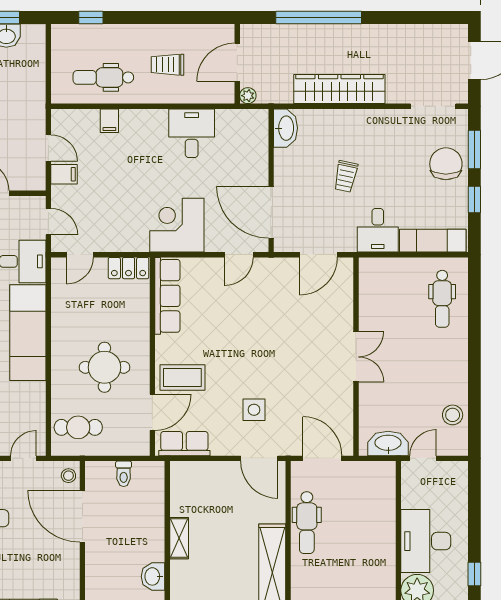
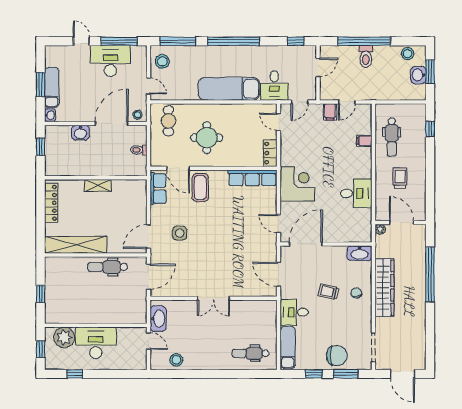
dental chair: (103, 77) -> (392, 137), turned 180
chair: (348, 133) -> (356, 293), added
washbasin: (153, 576) -> (80, 133), moved, turned 180

